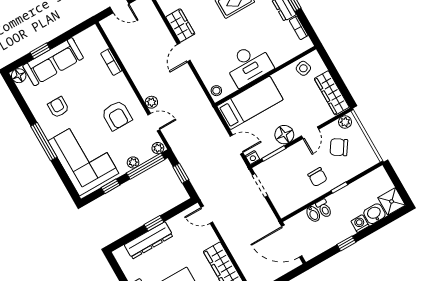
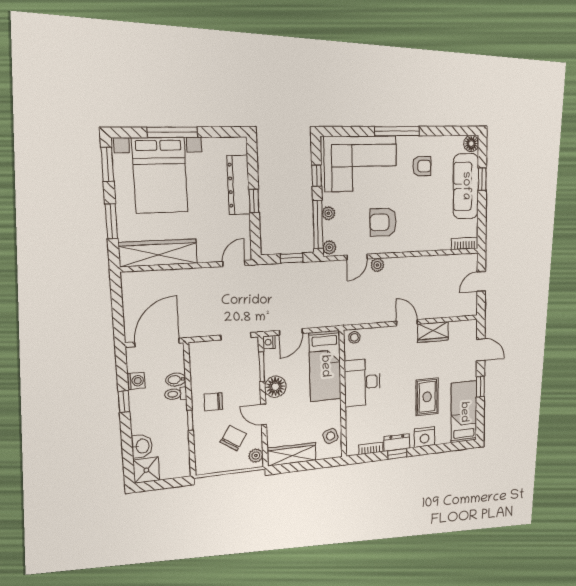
bookcase: (111, 62) -> (465, 244), moved
washing machine: (360, 224) -> (136, 381), moved

